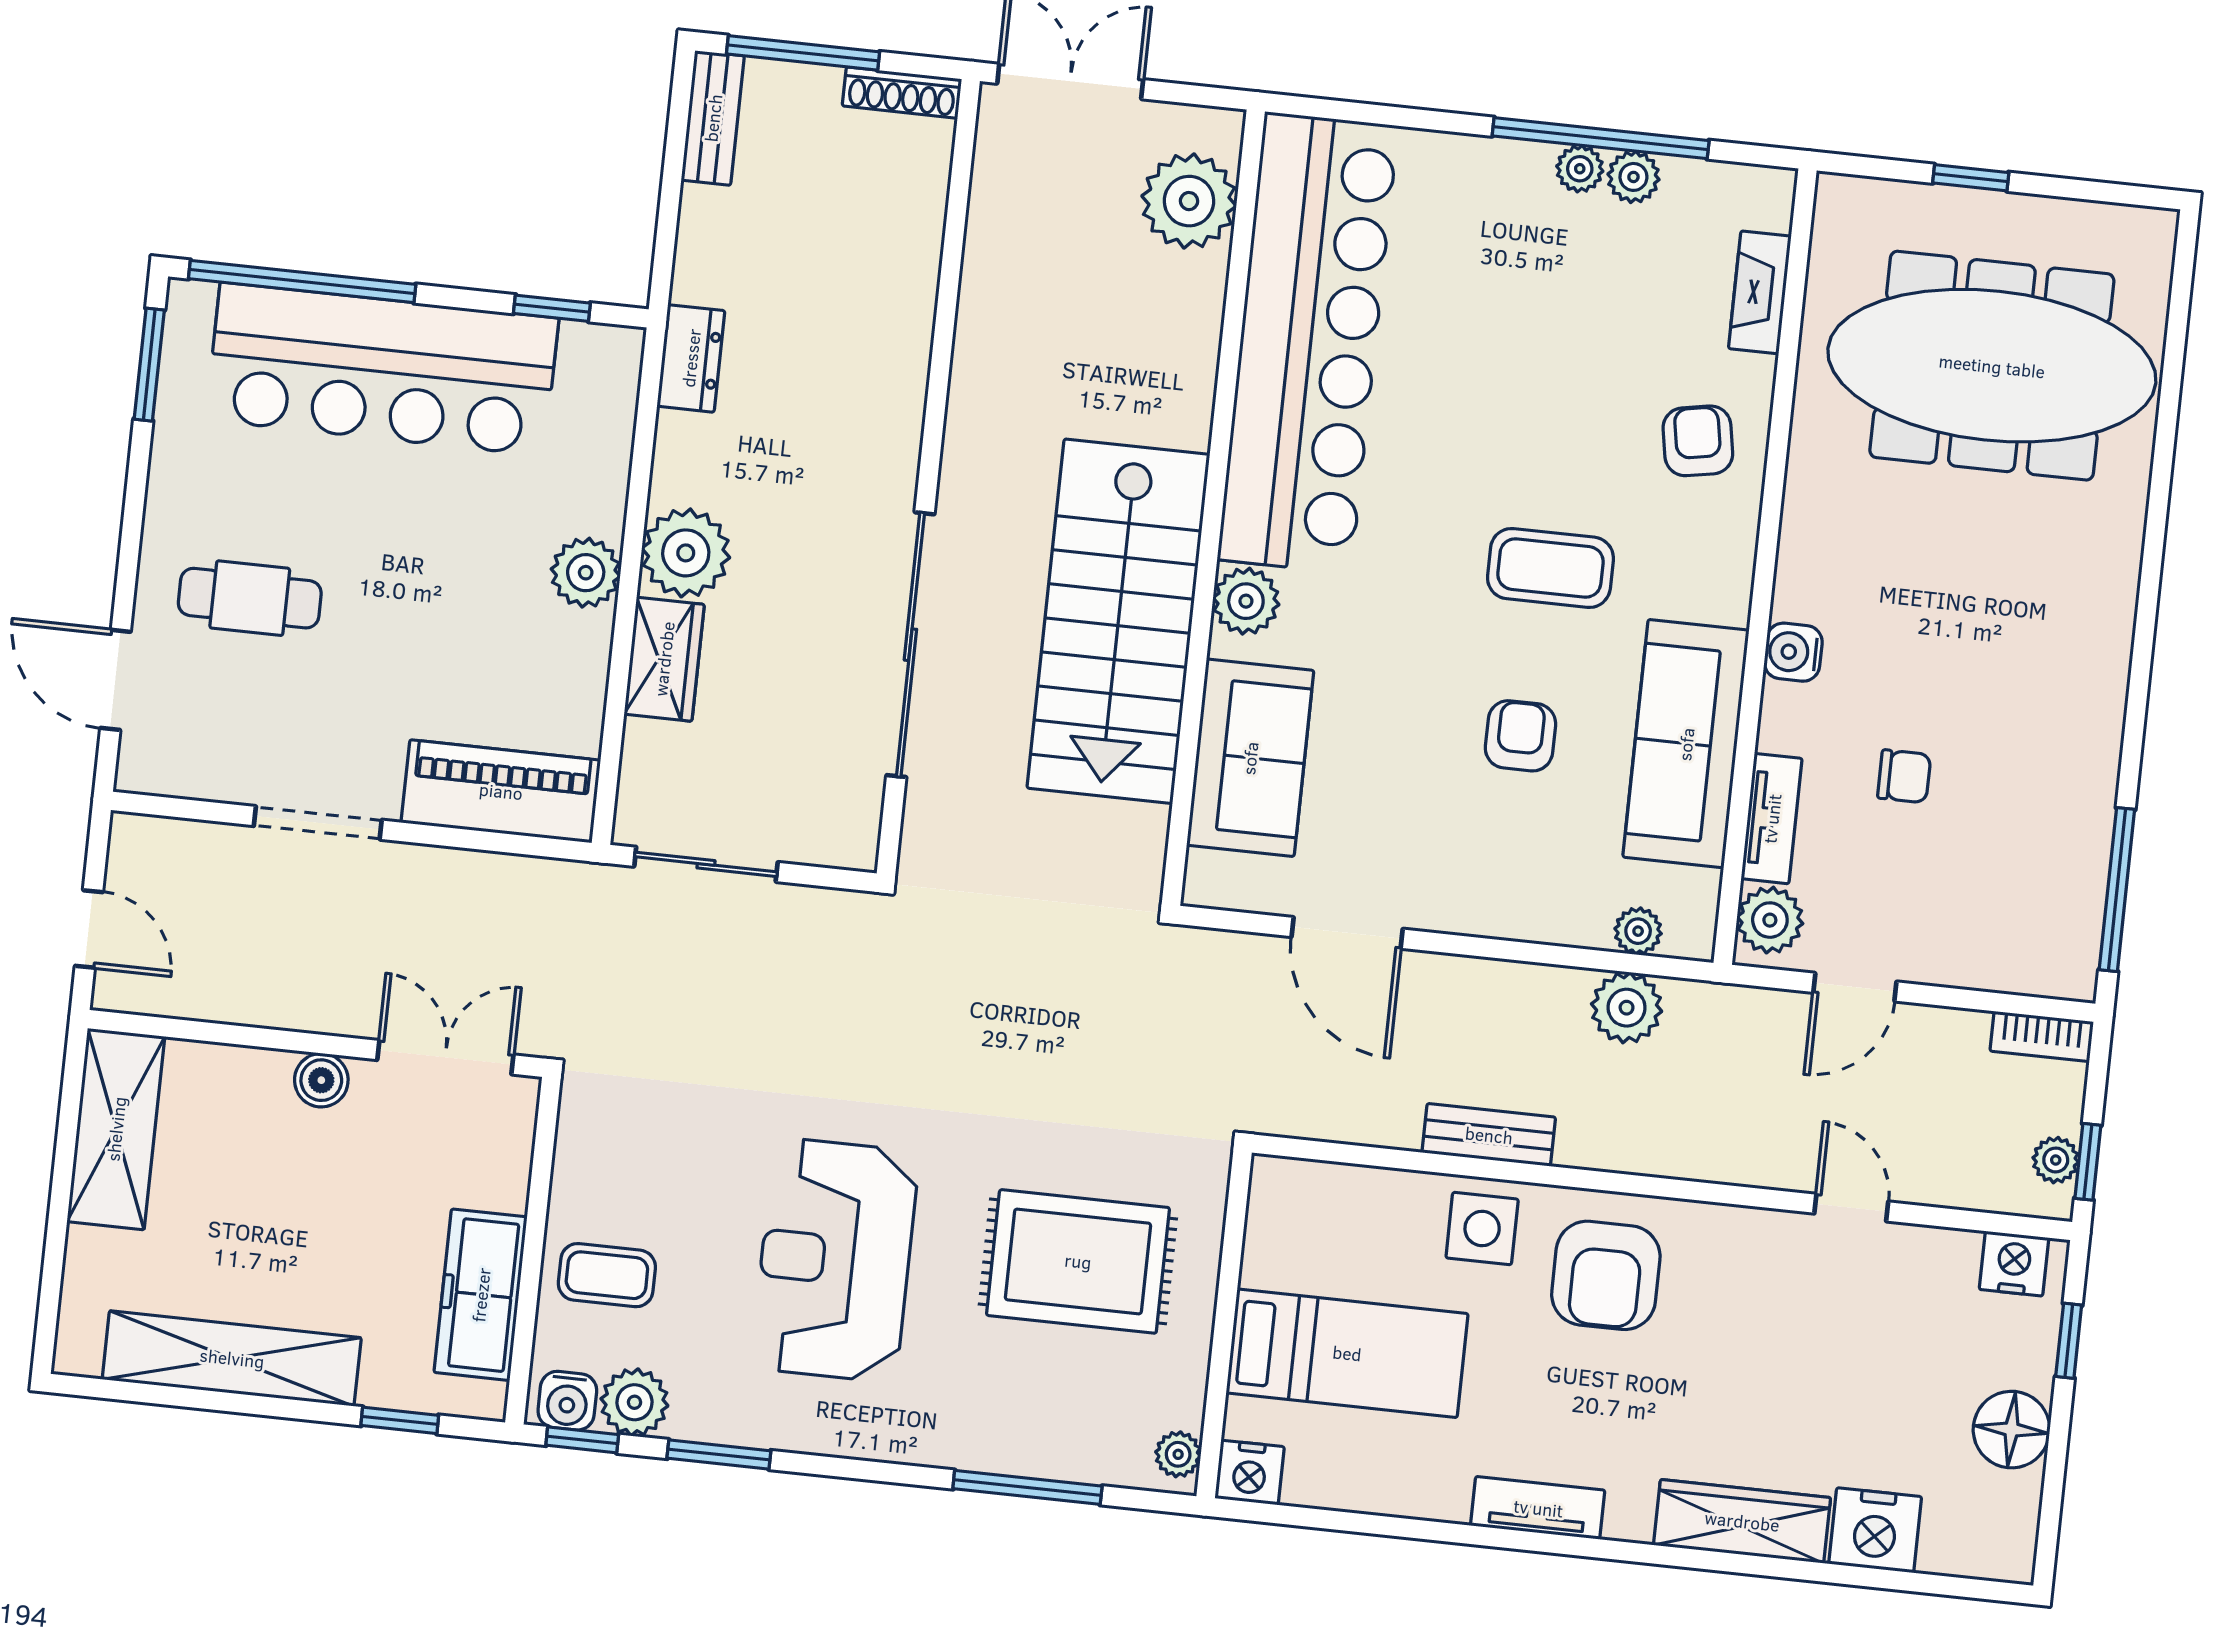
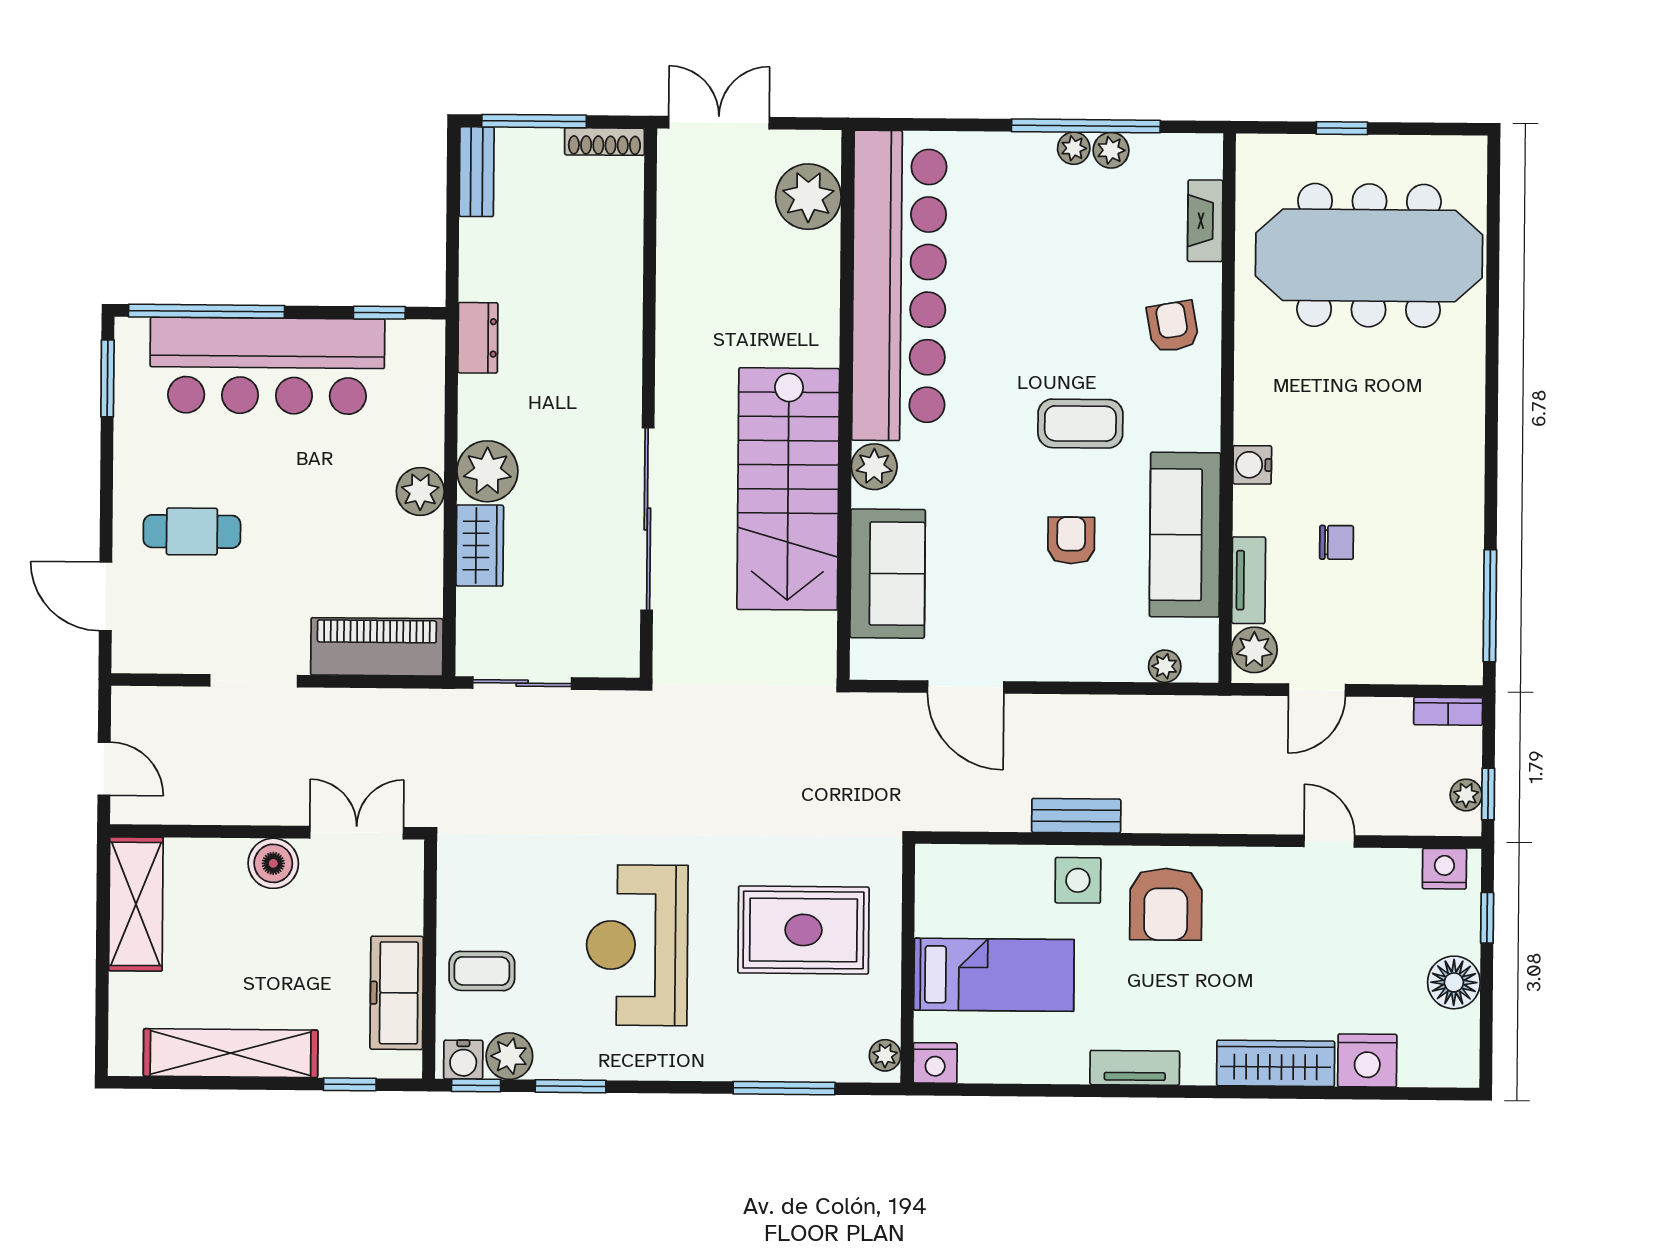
plant: (1627, 1008) -> (1162, 719), removed
boiler: (321, 1080) -> (273, 863), width x1.36, depth x1.36

